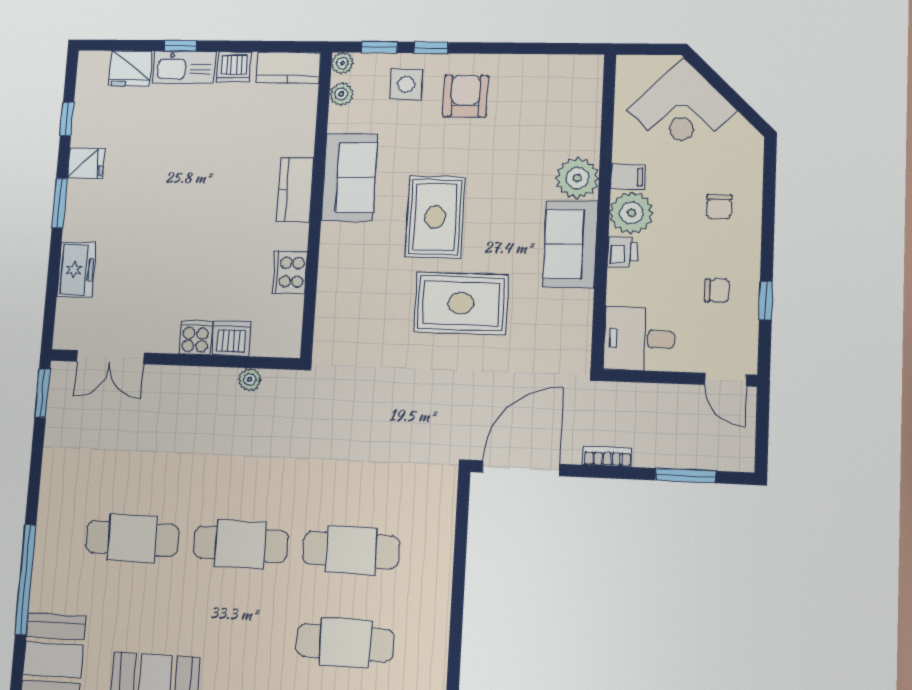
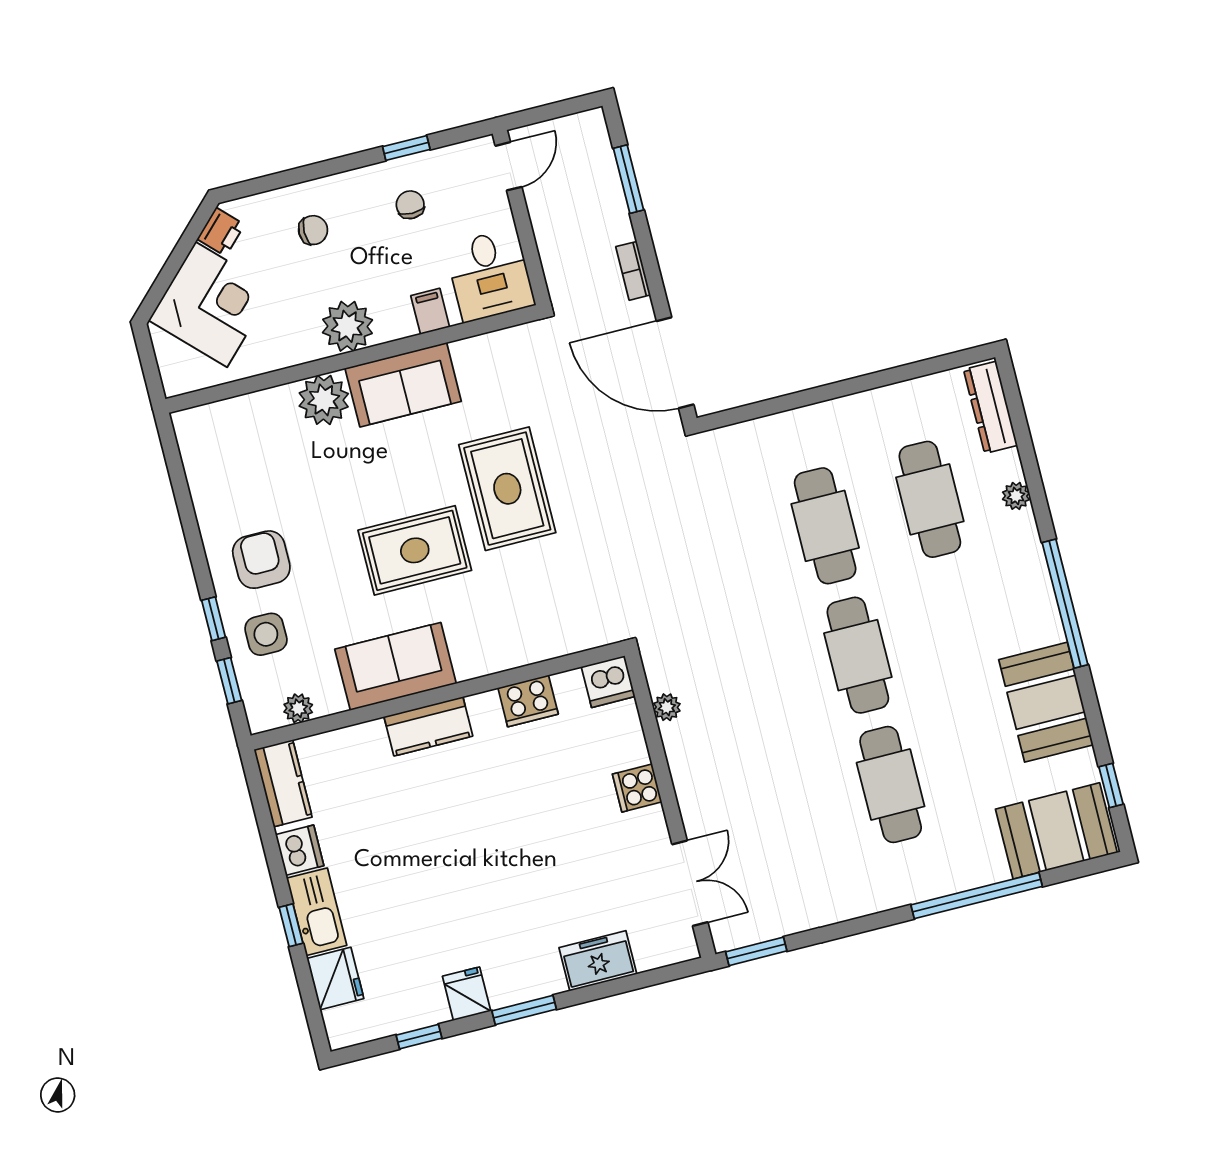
plant: (342, 63) -> (260, 719), removed
armchair: (466, 96) -> (261, 560), turned 90
filing cabinet: (628, 177) -> (430, 311), moved
printer: (622, 252) -> (221, 232), moved, turned 135
dishwasher: (231, 339) -> (608, 682), moved, turned -90

